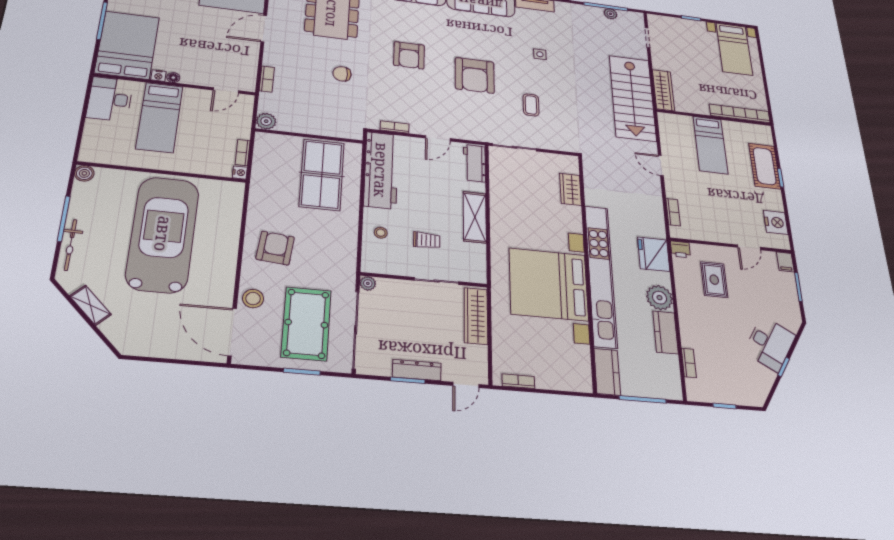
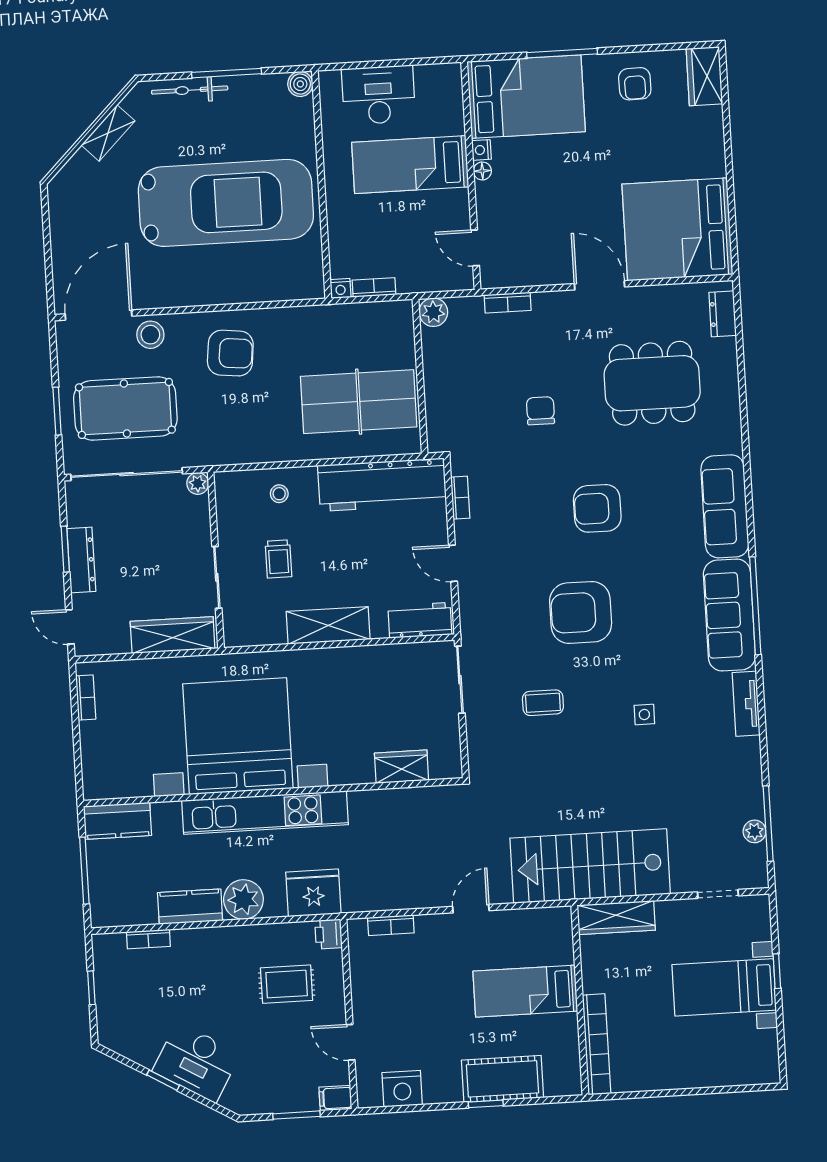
bed with nightstands: (734, 49) -> (724, 987), moved
desk: (110, 99) -> (378, 95), moved
kitchen unit: (601, 275) -> (265, 813), width x0.73

